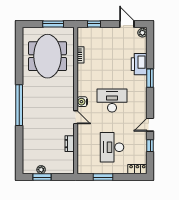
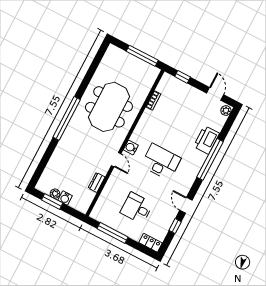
window: (53, 24) -> (142, 56), width x1.44
meeting table: (47, 56) -> (109, 107), moved
window: (150, 78) -> (210, 159), width x2.11
door: (150, 125) -> (186, 205), hinge flipped
desk: (112, 147) -> (137, 208), width x0.73
water cooler: (51, 169) -> (65, 198), added
window: (103, 177) -> (112, 233), width x1.44

